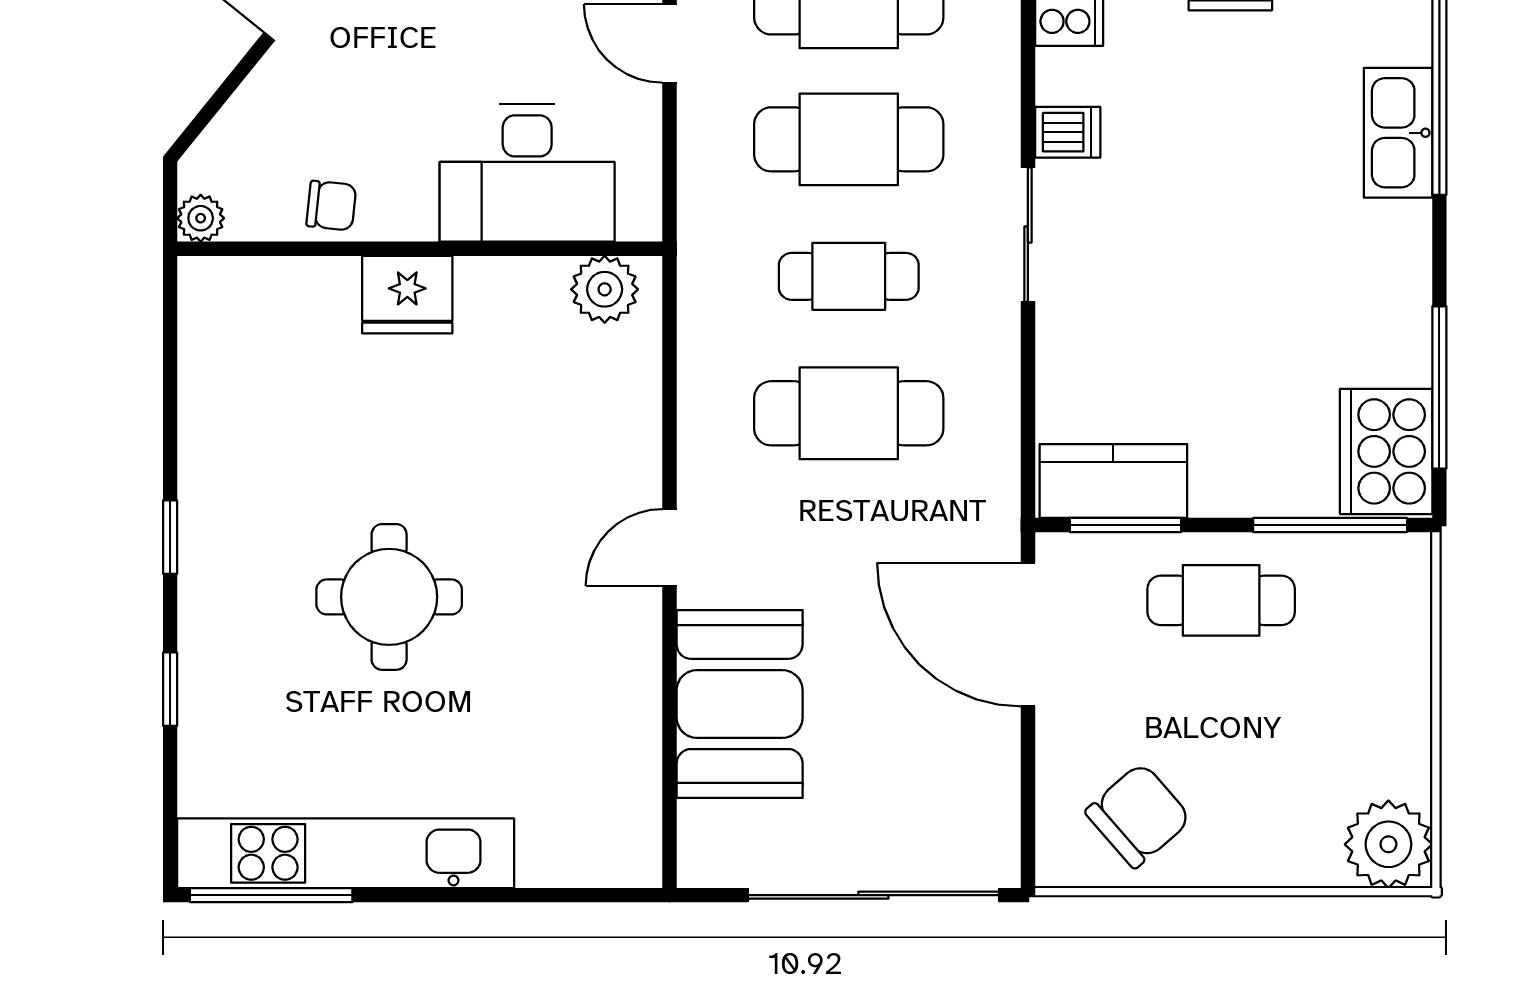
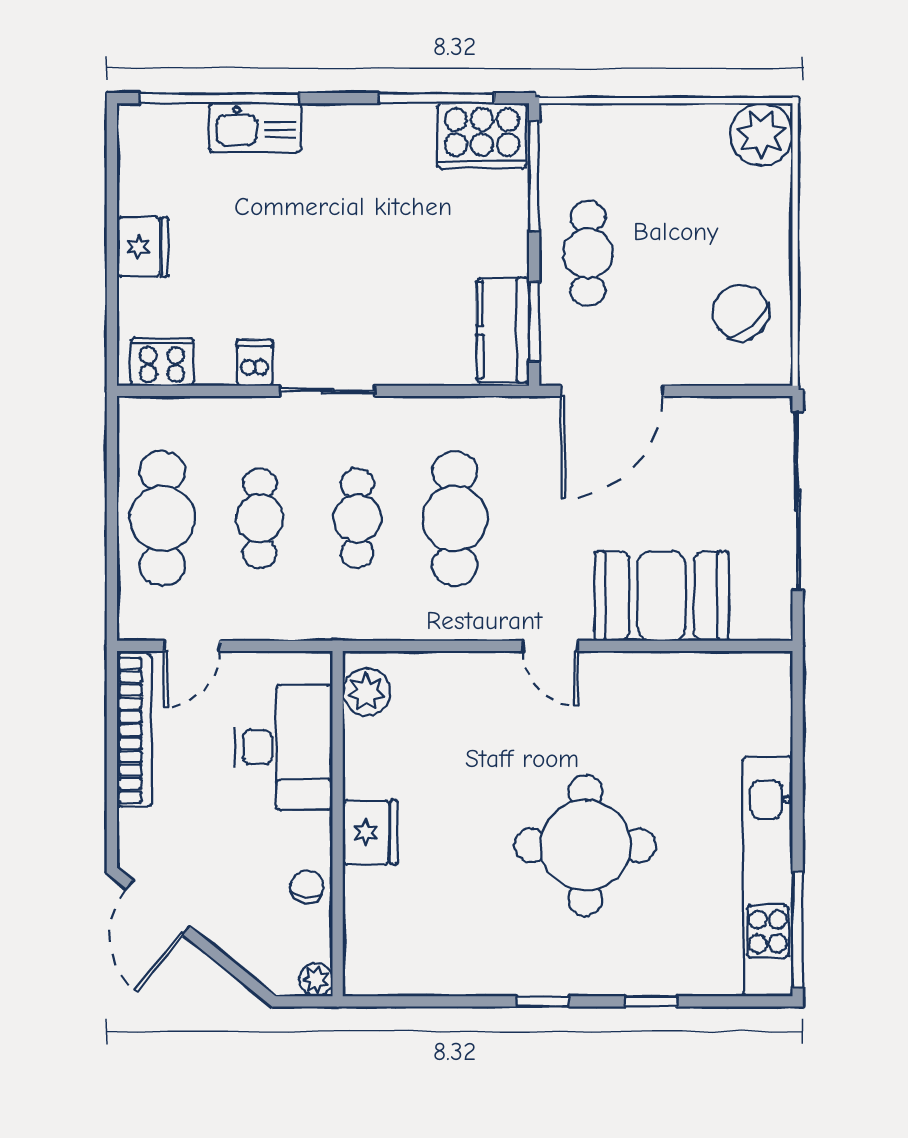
cafe table: (849, 139) -> (260, 518), width x0.73, depth x0.74
round table: (389, 597) -> (585, 845), width x1.36, depth x1.36

